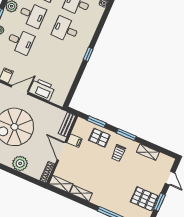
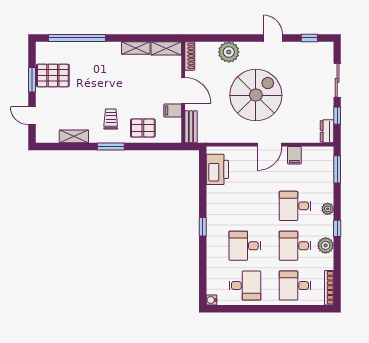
desk: (66, 29) -> (245, 246), turned 180
printer: (42, 89) -> (217, 169), moved, turned -90
window: (96, 122) -> (155, 147), removed

